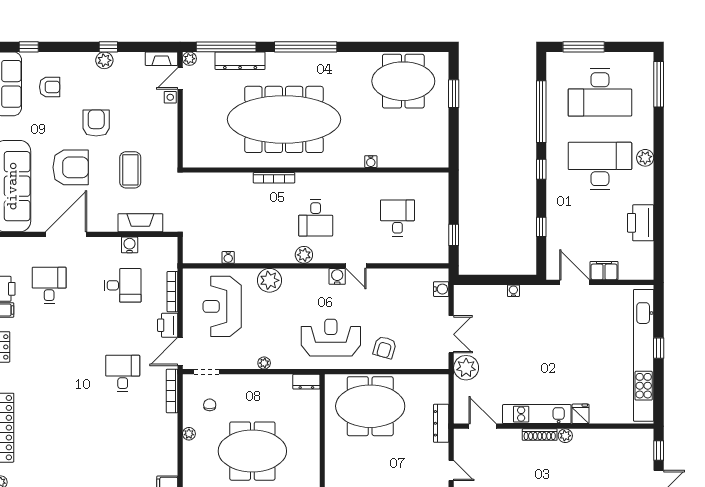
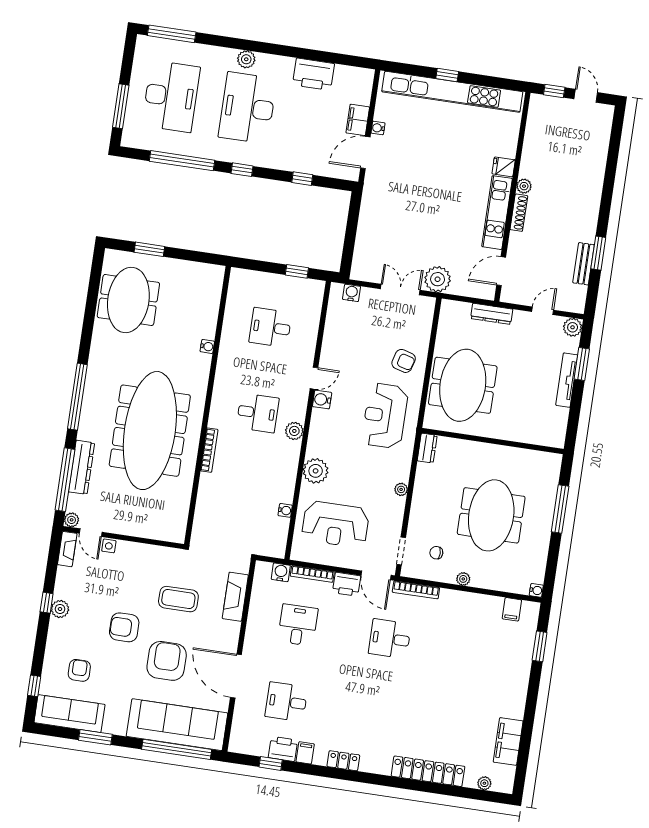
water cooler: (130, 245) -> (281, 572), moved, turned 90
water cooler: (513, 291) -> (378, 128), moved

